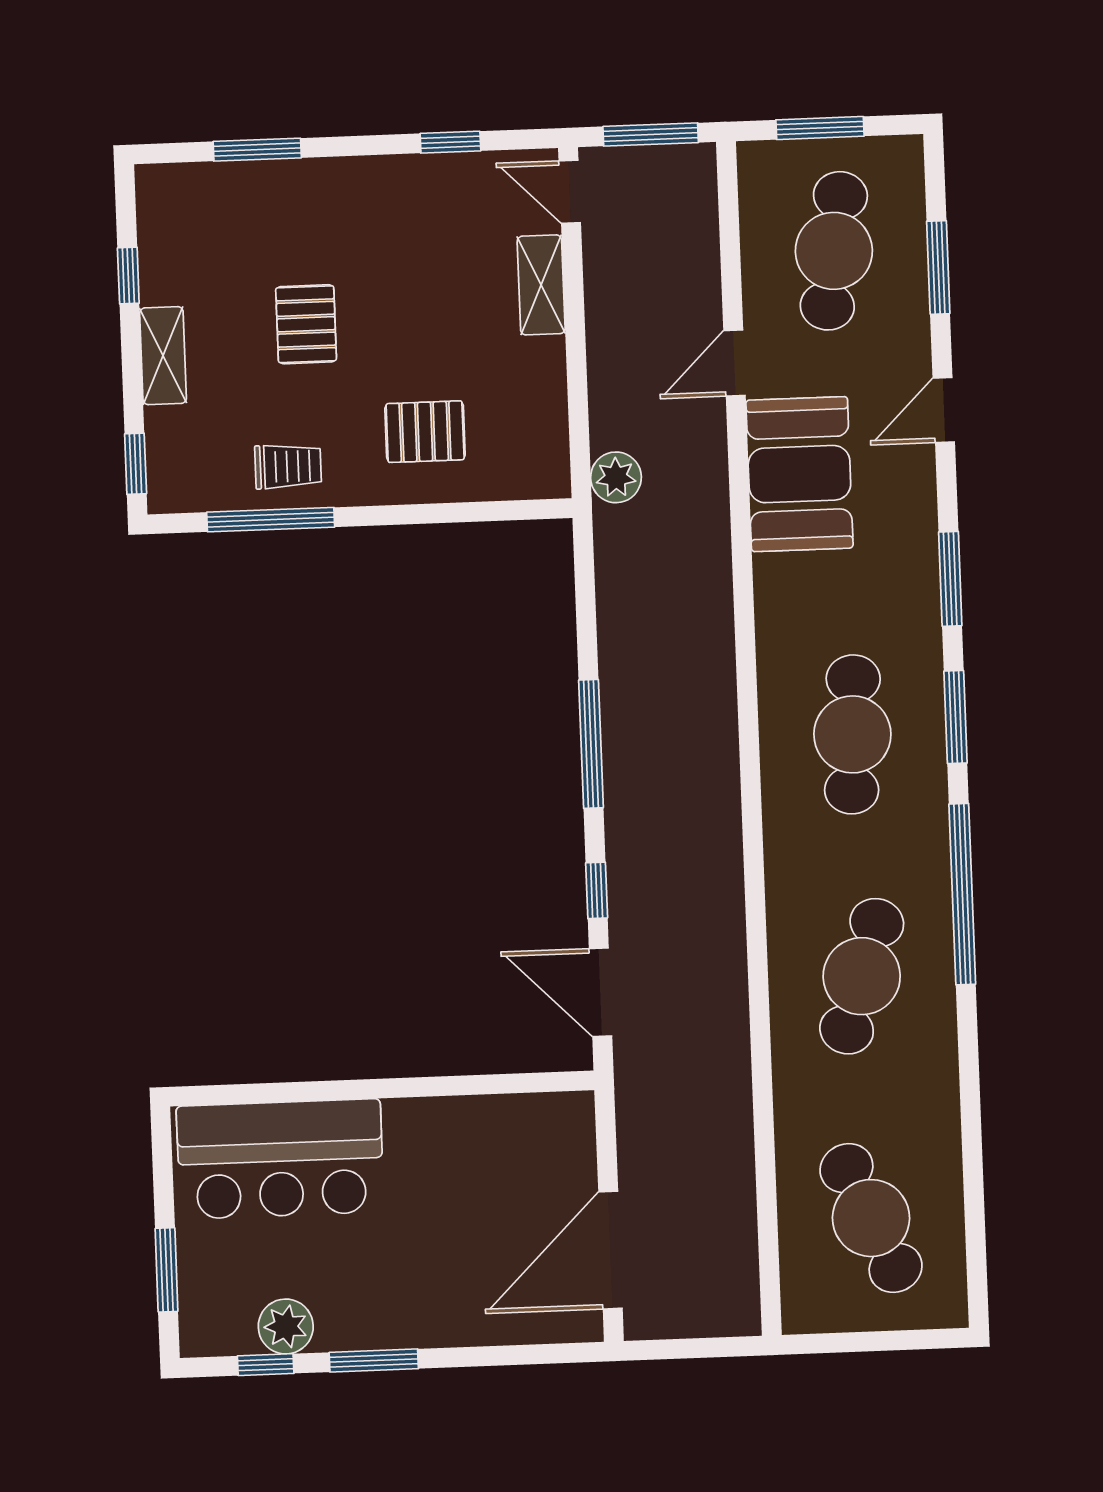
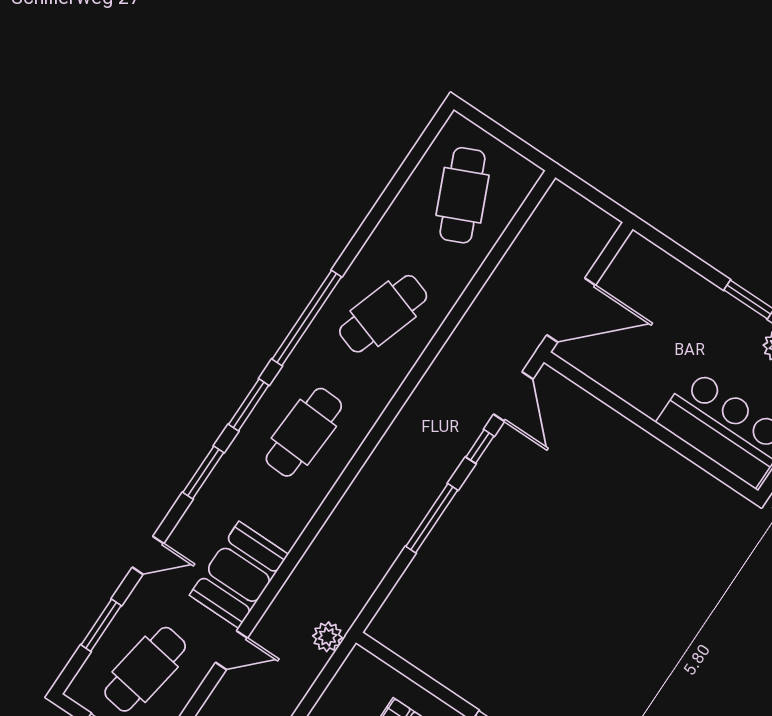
door: (610, 1250) -> (571, 310), moved

